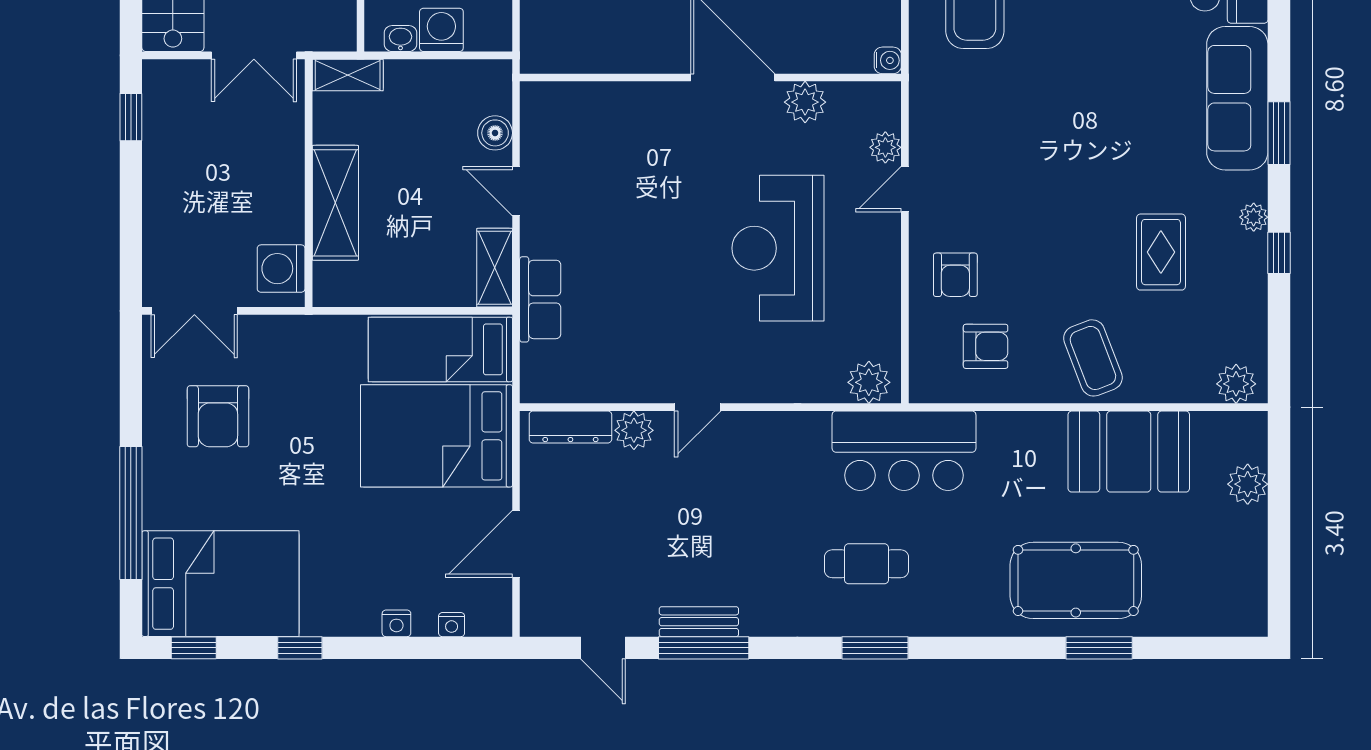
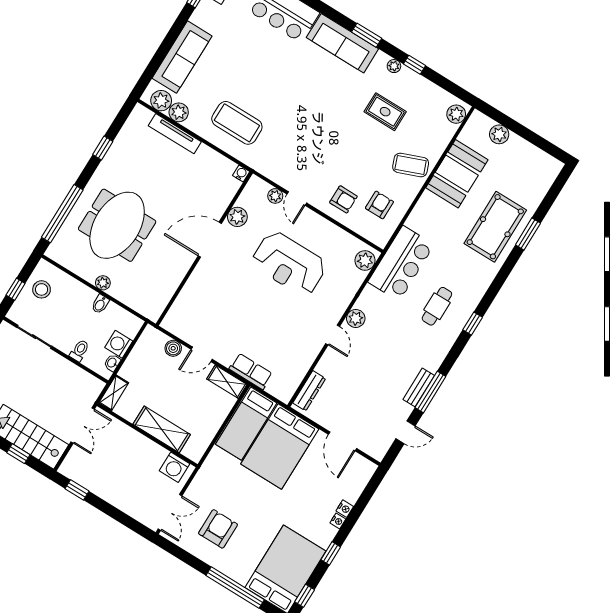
armchair: (218, 416) -> (218, 529), turned -90
plant: (634, 430) -> (356, 318), moved
nightstand: (452, 625) -> (338, 521), moved
window: (875, 648) -> (473, 324), width x0.67

